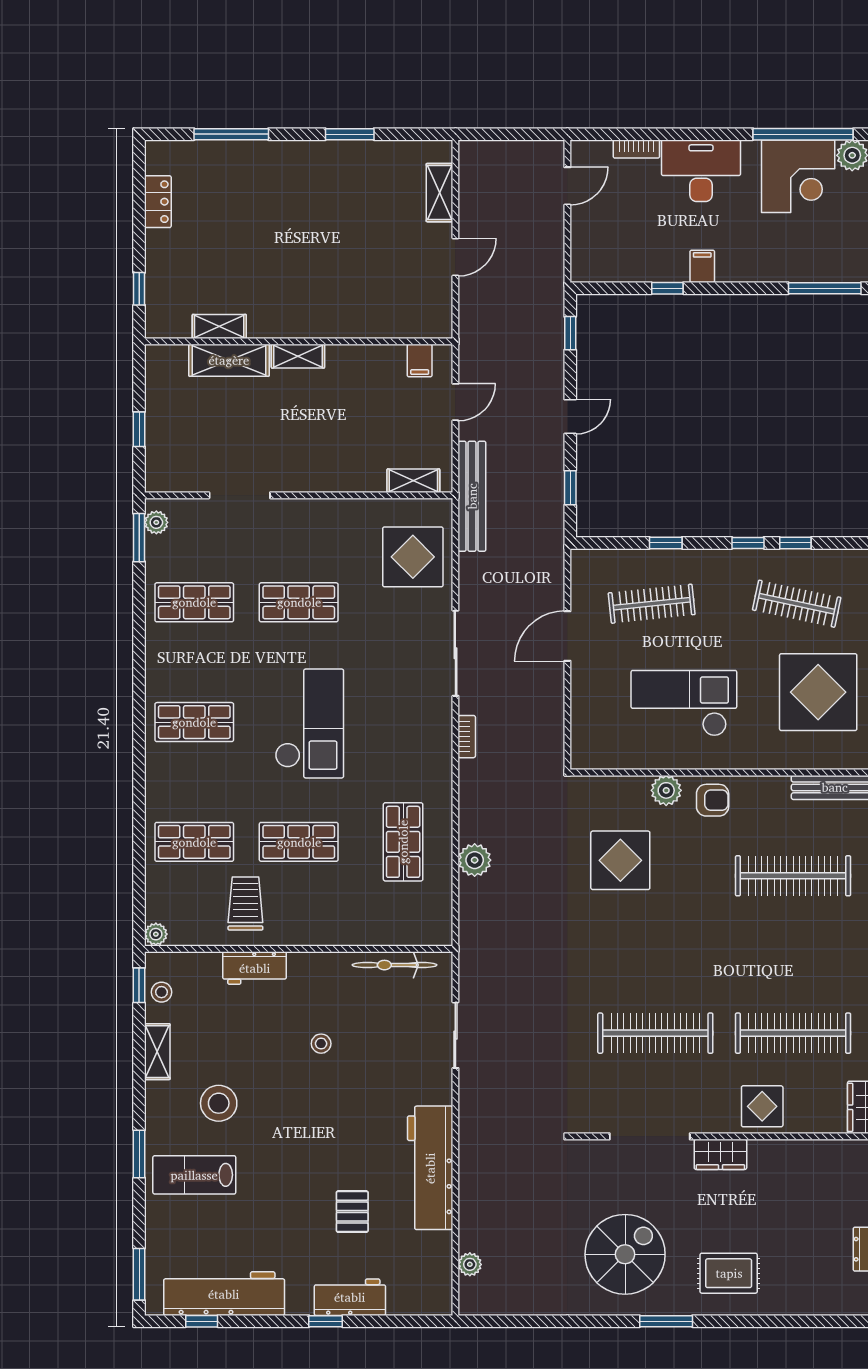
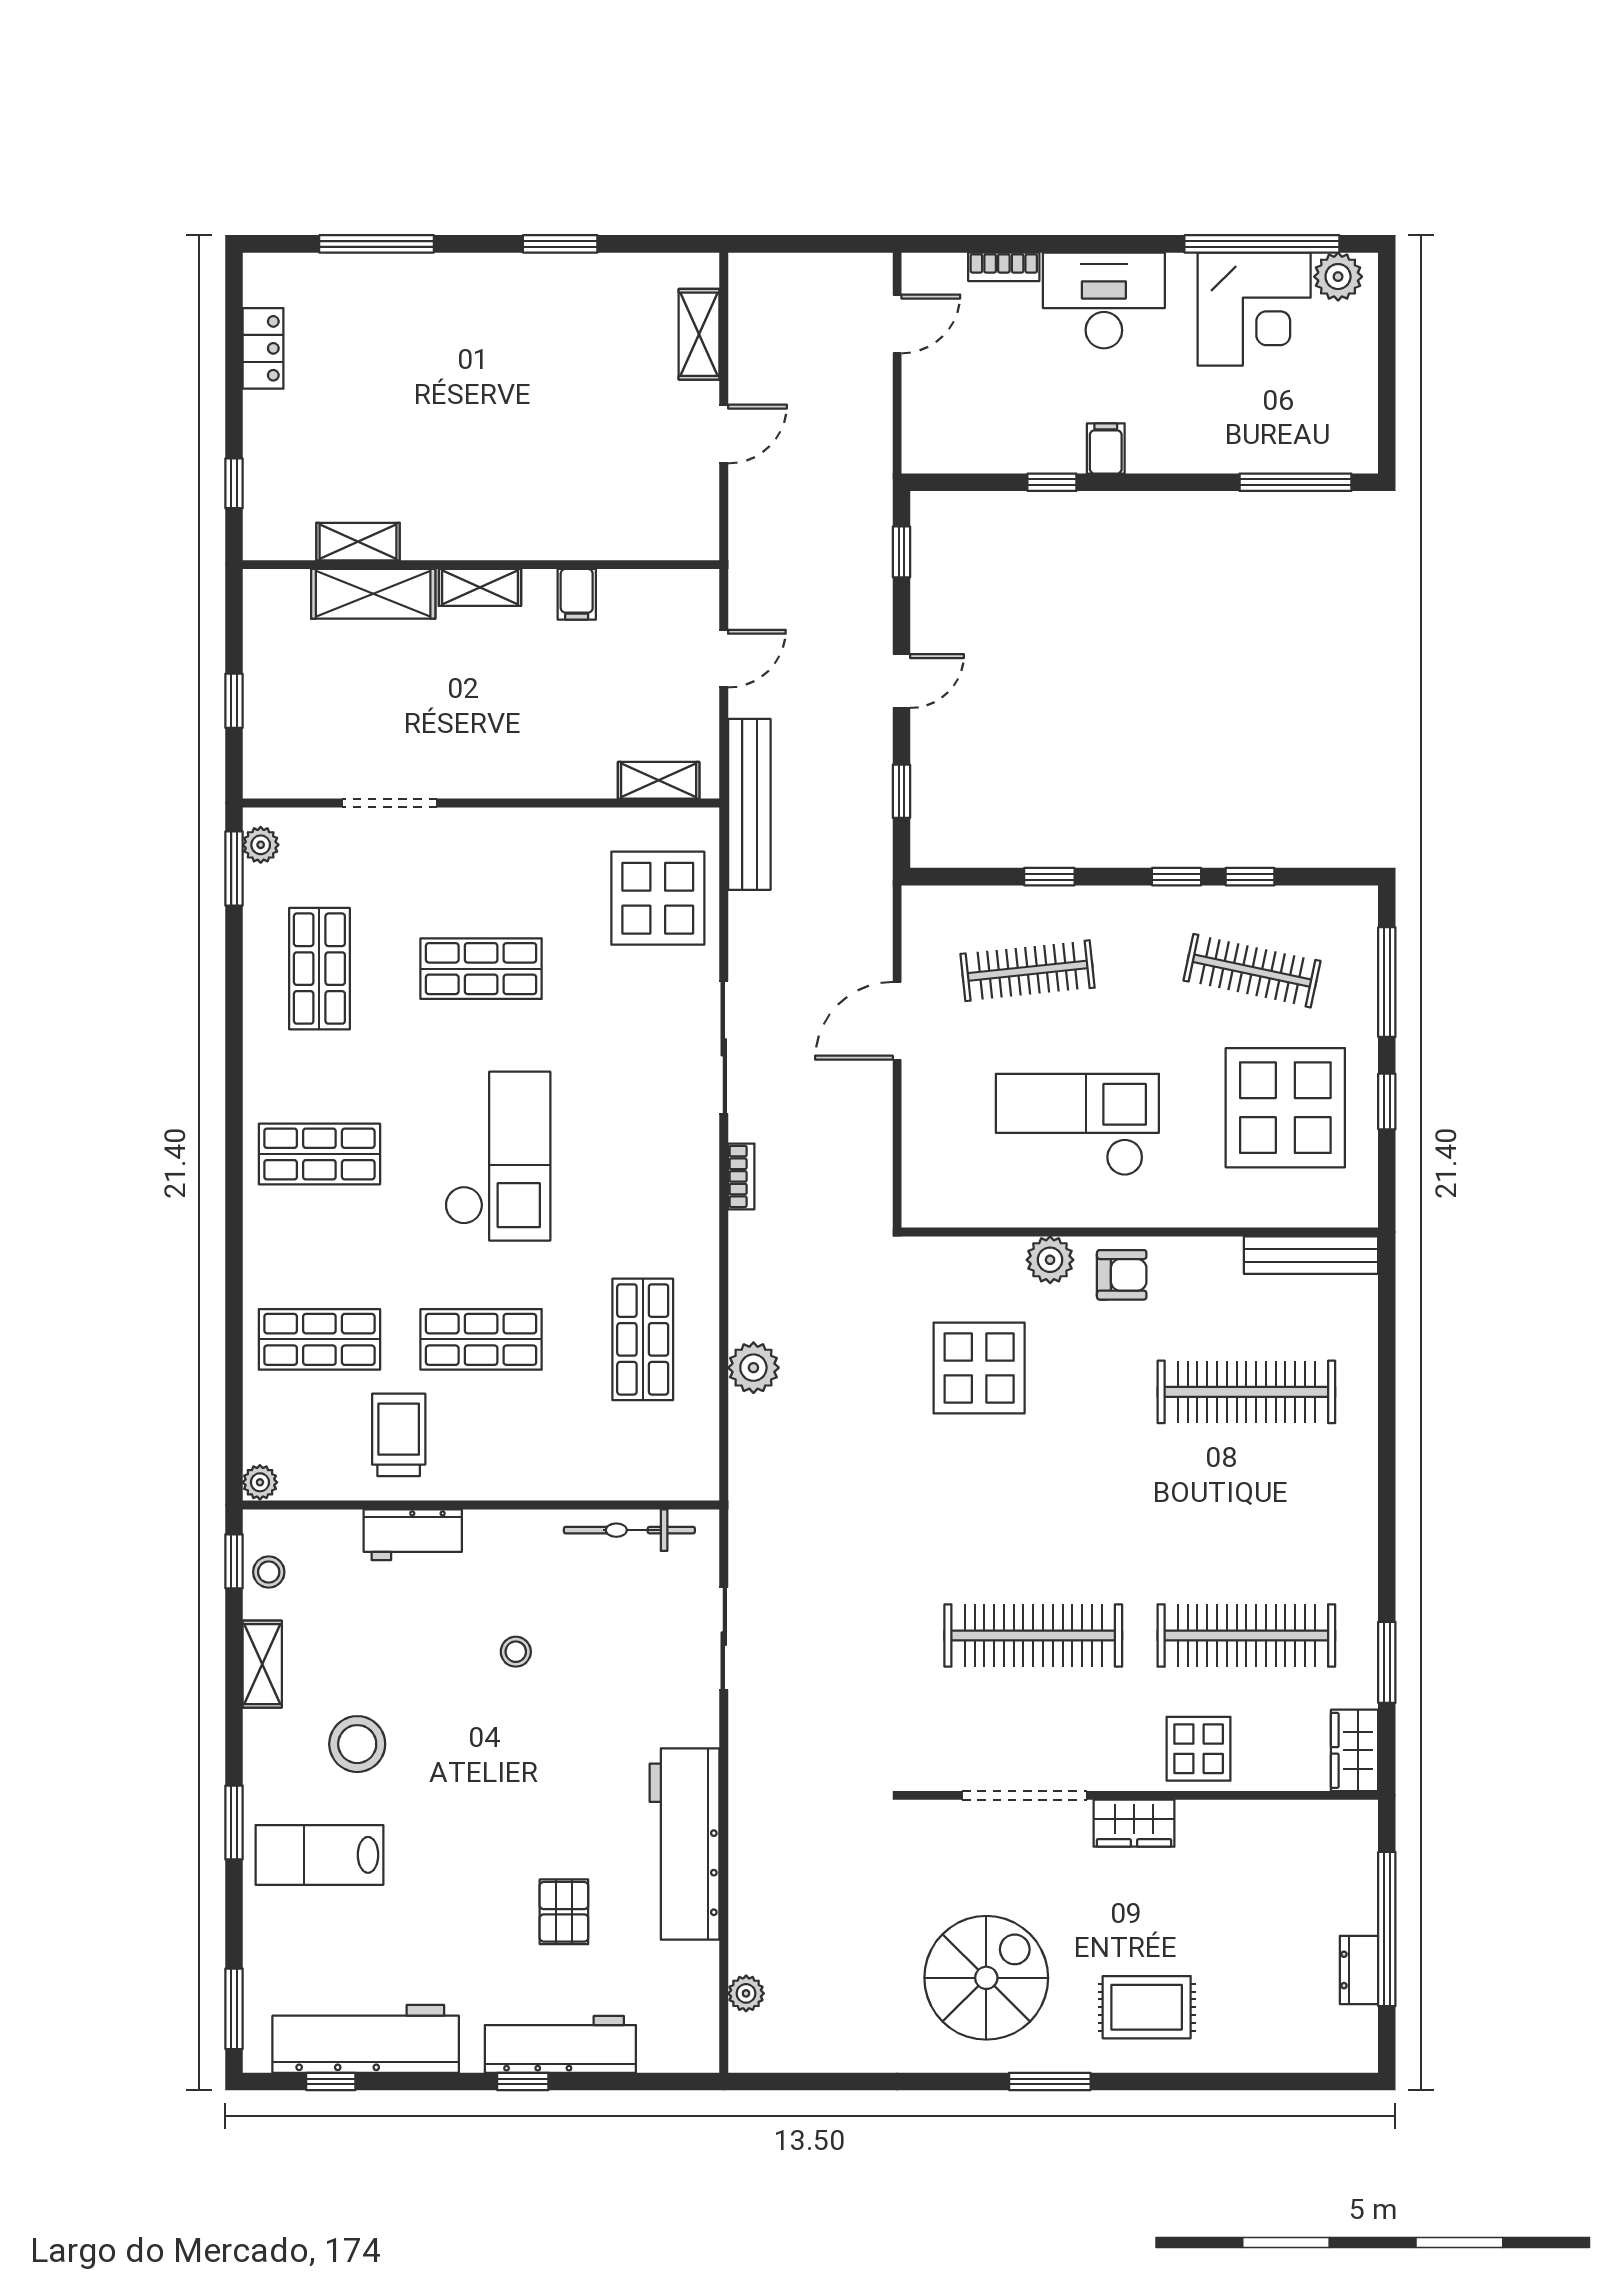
filing cabinet: (420, 361) -> (577, 594), moved
shop shelf: (194, 602) -> (319, 969), turned 90
workbench: (350, 1297) -> (560, 2044), width x1.38

